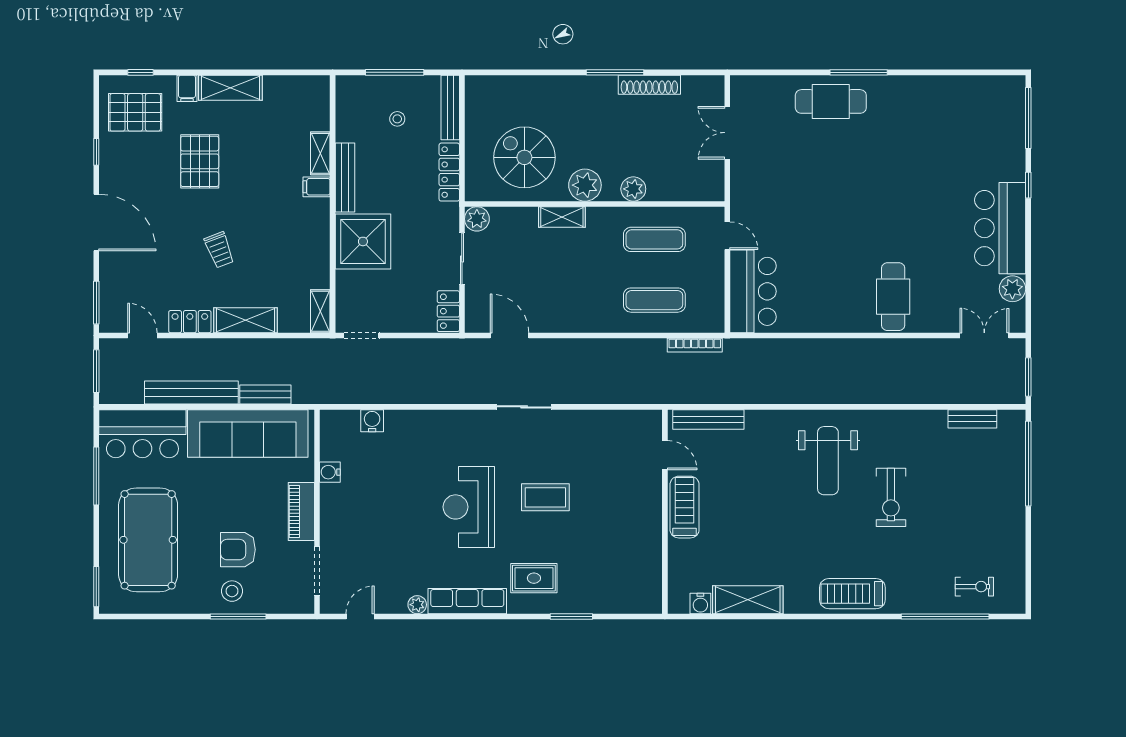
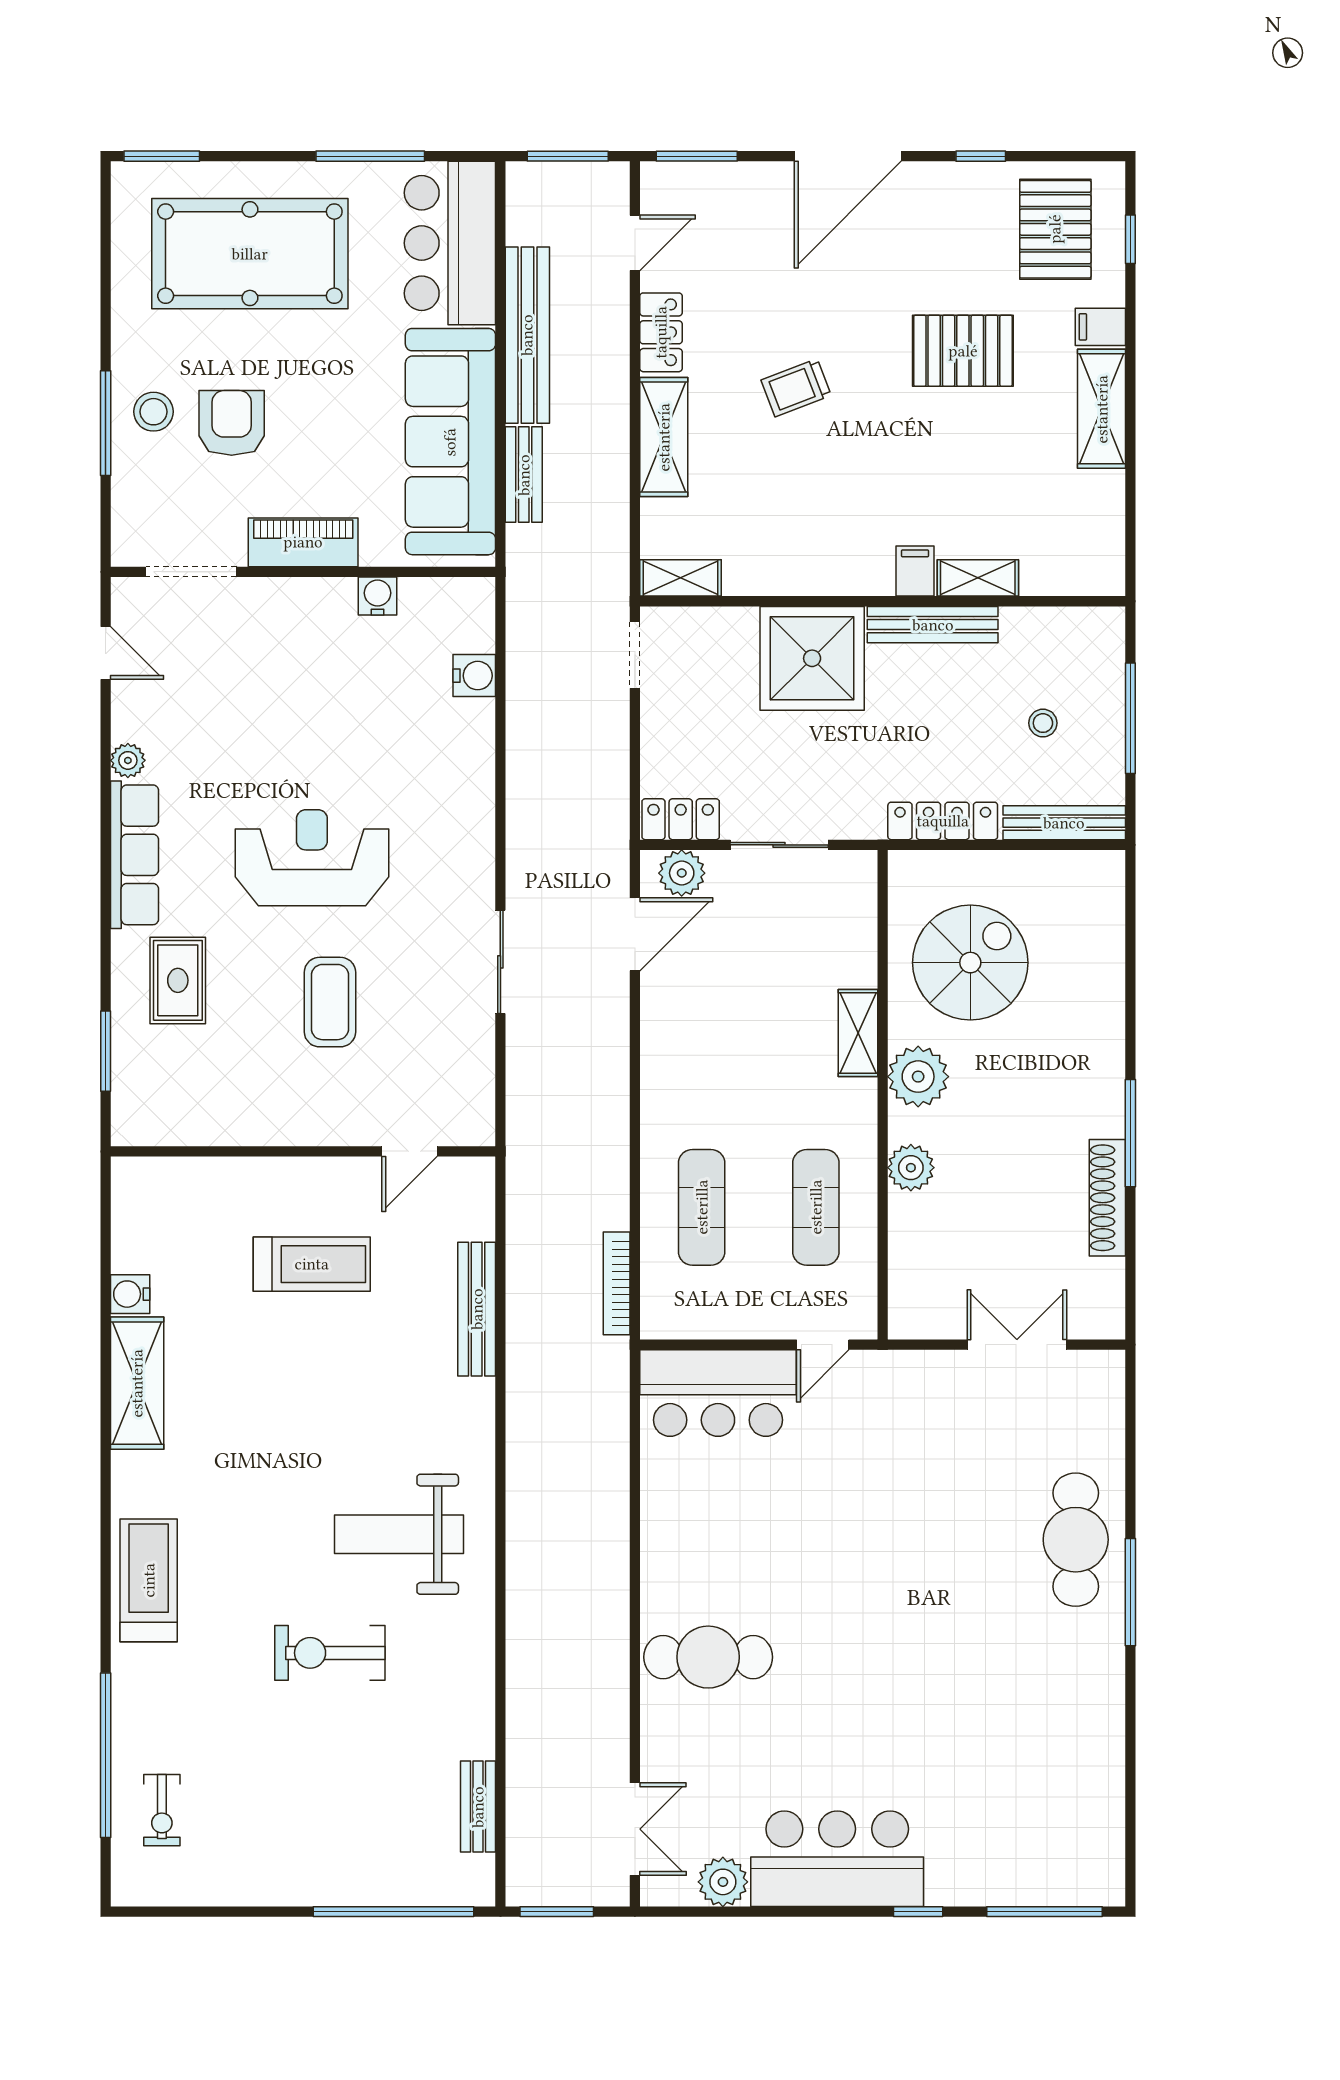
plant: (477, 219) -> (682, 873), moved
door: (665, 455) -> (410, 1151), moved
wall: (665, 512) -> (303, 1151), moved

